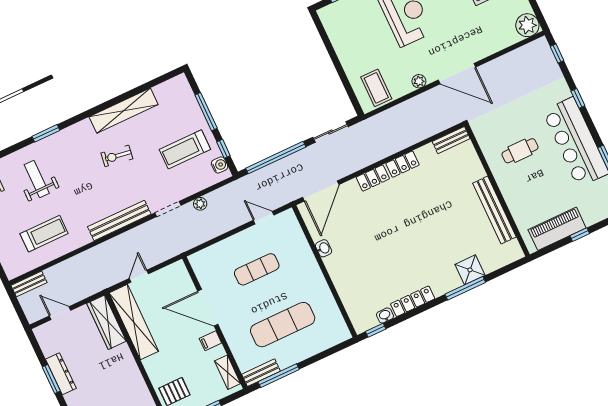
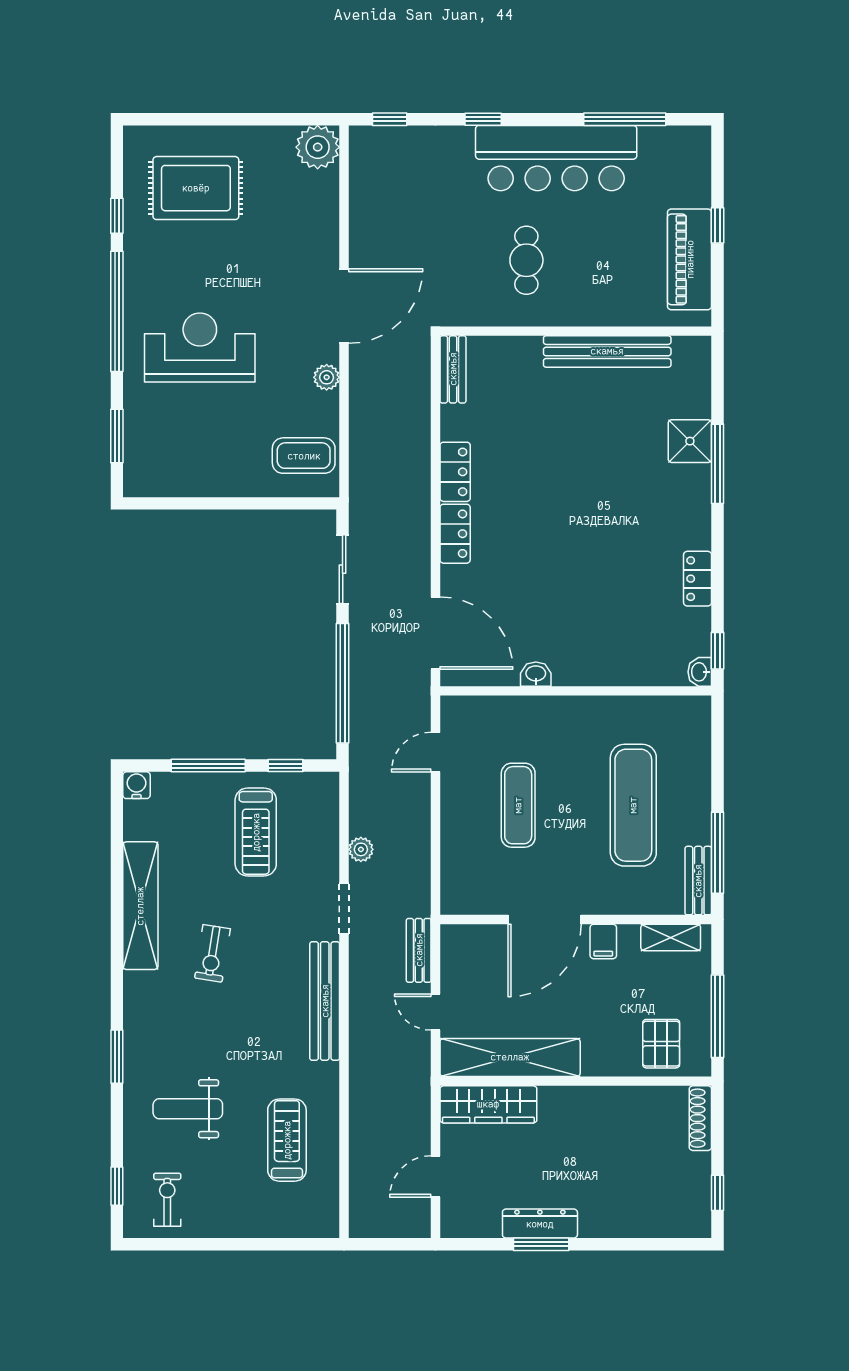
water cooler: (220, 165) -> (136, 785), moved
bench: (29, 284) -> (419, 950), moved
locker: (413, 301) -> (698, 579), width x0.66
washbasin: (385, 315) -> (700, 672), moved

